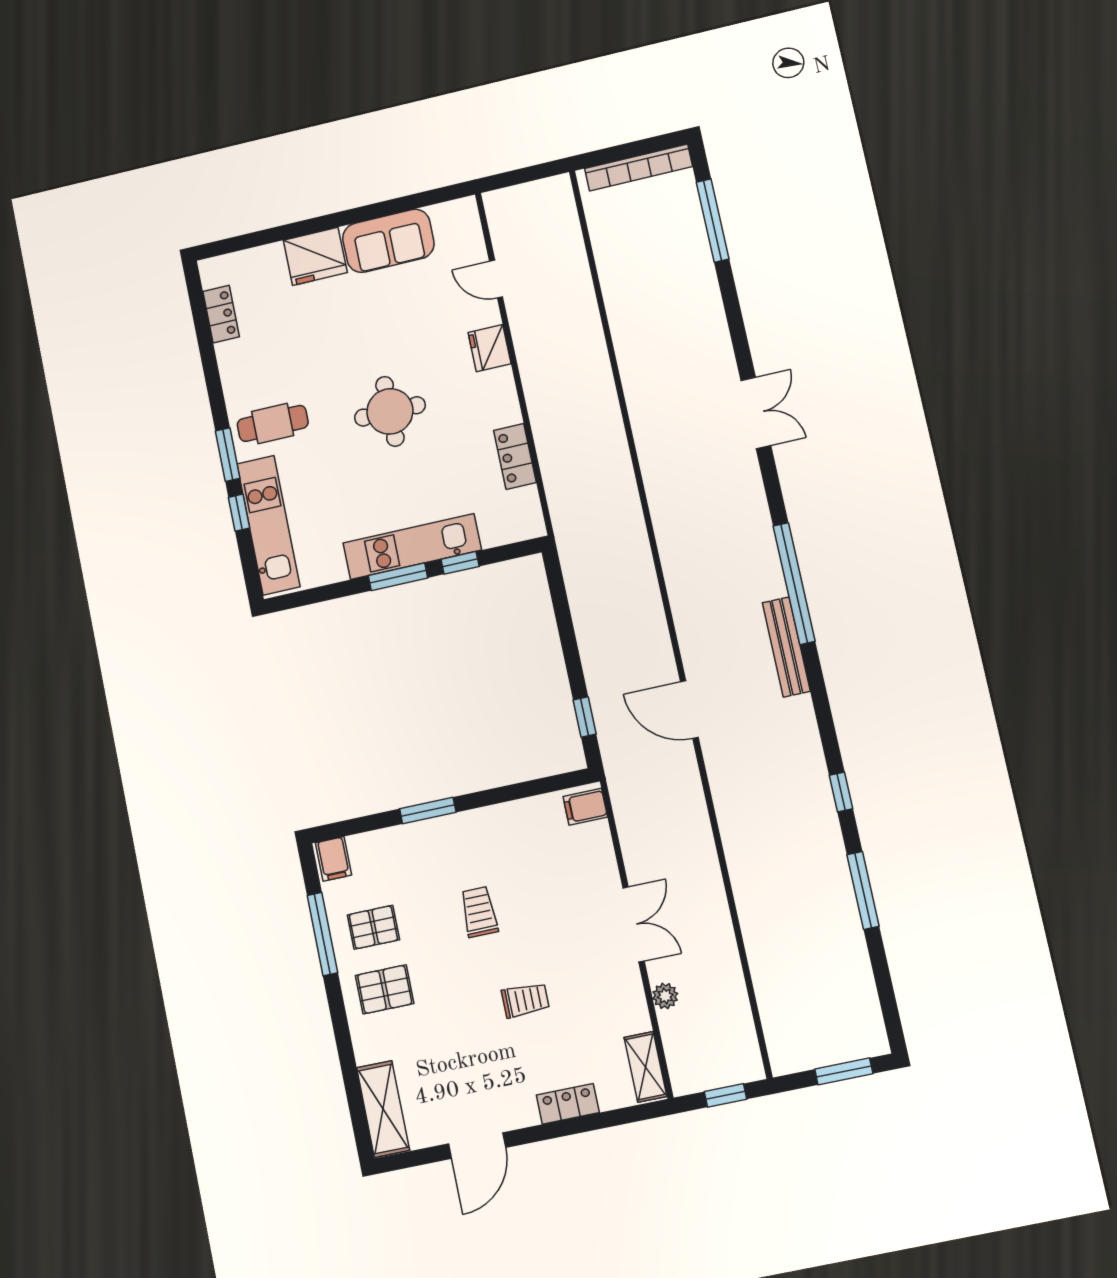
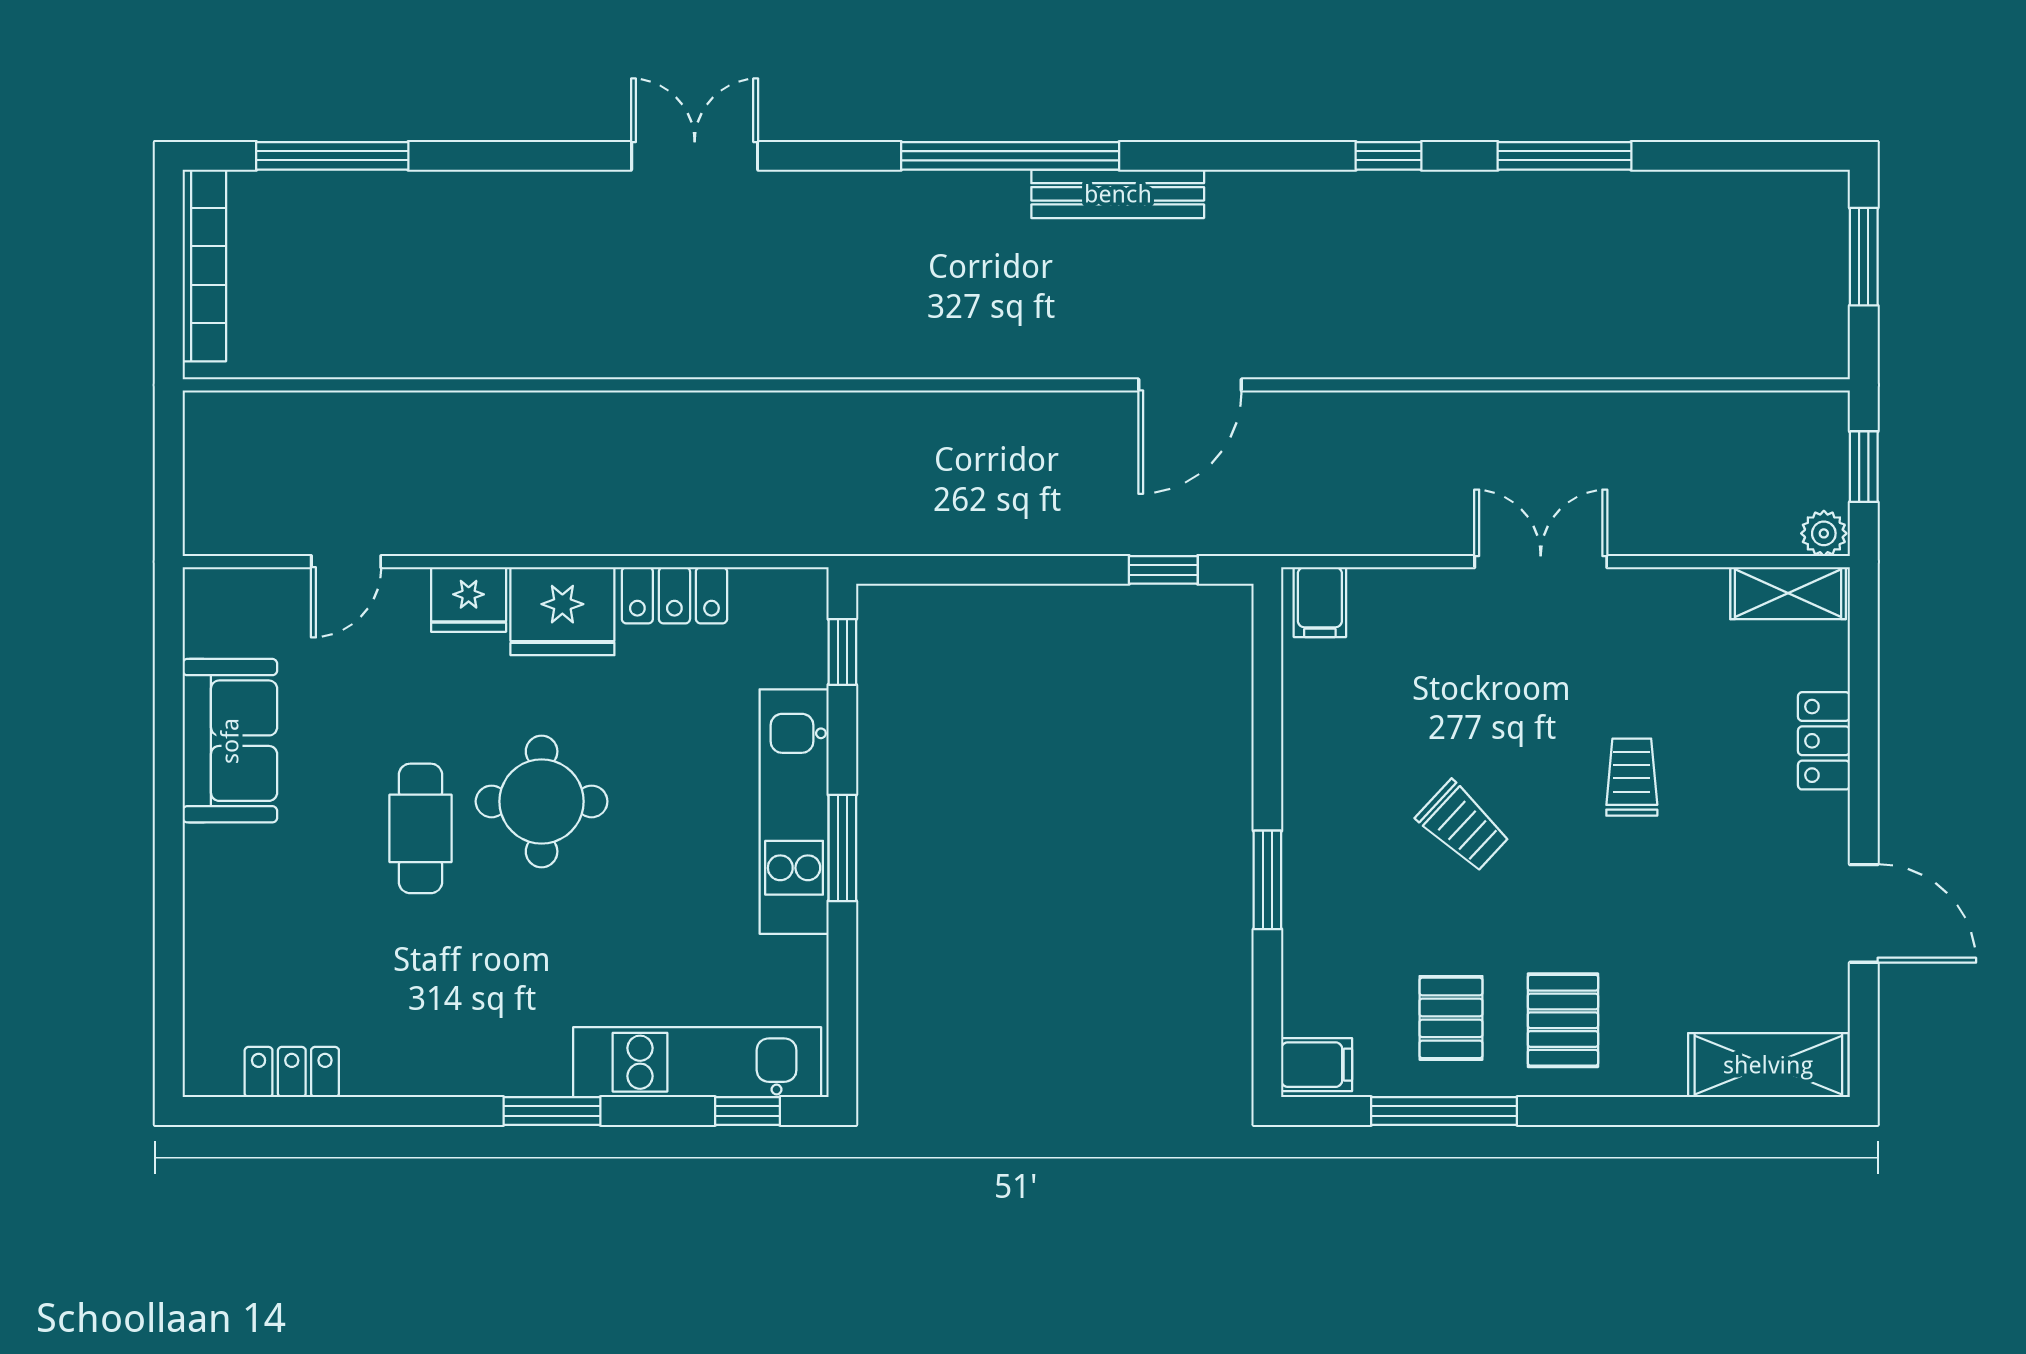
fridge: (315, 256) -> (562, 611), moved, turned 90
cafe table: (273, 423) -> (420, 828), moved
window: (239, 513) -> (747, 1111), moved
window: (460, 563) -> (842, 652), moved
trolley: (479, 912) -> (1463, 826), turned -137
plant: (665, 996) -> (1824, 533), moved

